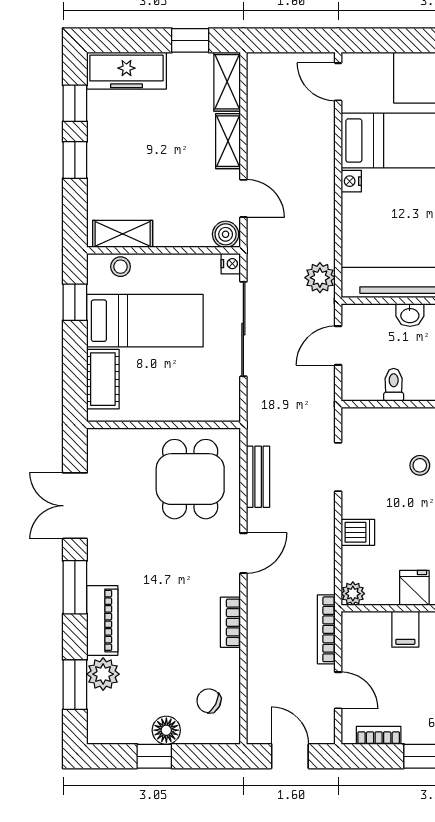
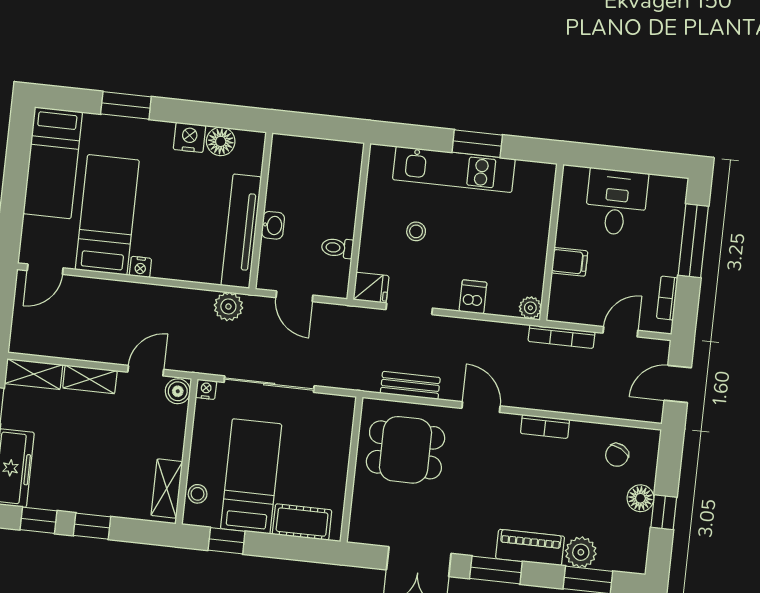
fridge: (414, 588) -> (371, 288), moved, turned 180

